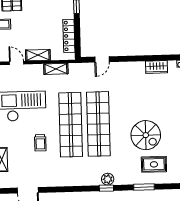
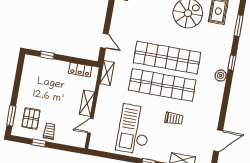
locker: (69, 36) -> (80, 70), width x0.66
shelving: (56, 69) -> (107, 73), moved
plant: (108, 179) -> (221, 75), moved

